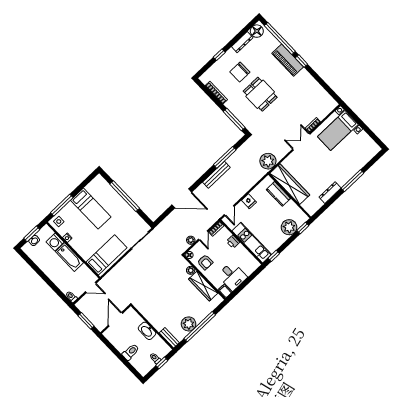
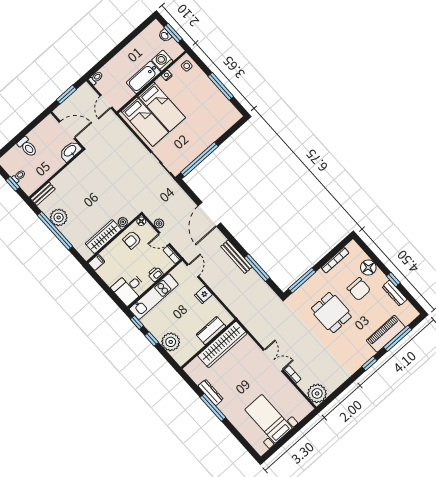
floor lamp: (257, 31) -> (368, 268), moved
window: (280, 38) -> (398, 338), width x0.68
window: (219, 55) -> (393, 280), moved
piano: (288, 60) -> (386, 334), moved
chair: (240, 72) -> (359, 289), turned 180
dining table: (260, 94) -> (331, 313), turned 90
bed with nightstands: (338, 130) -> (268, 419), moved
plant: (268, 161) -> (317, 393), moved
window: (352, 181) -> (213, 407), moved
window: (125, 196) -> (199, 159), moved
window: (62, 205) -> (221, 86), moved
bed: (91, 209) -> (162, 107), moved, turned -90
door: (229, 211) -> (193, 271), swing flipped
window: (303, 228) -> (152, 339), moved
desk: (232, 276) -> (129, 288), moved
washbasin: (147, 331) -> (70, 151), moved

